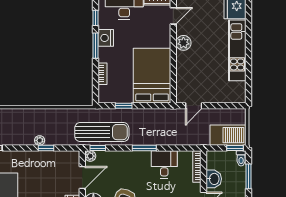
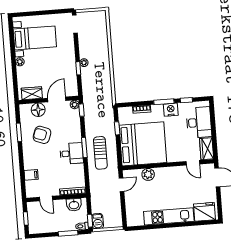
plant: (183, 43) -> (148, 174), moved
bed: (152, 76) -> (143, 144), width x1.36
door: (194, 106) -> (121, 185), swing flipped
sun lounger: (102, 132) -> (100, 153), moved, width x0.73, depth x0.75
barbecue: (228, 135) -> (98, 221), width x0.53, depth x0.65
desk: (164, 164) -> (72, 153), moved
door: (82, 178) -> (57, 99), swing flipped
washbasin: (214, 179) -> (74, 205), moved

